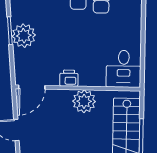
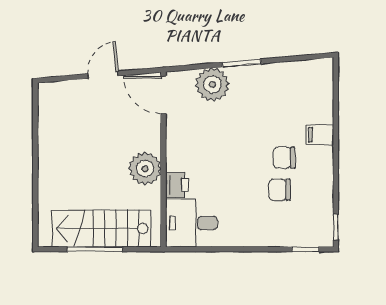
plant: (24, 36) -> (212, 84), moved
printer: (69, 78) -> (177, 185), moved

